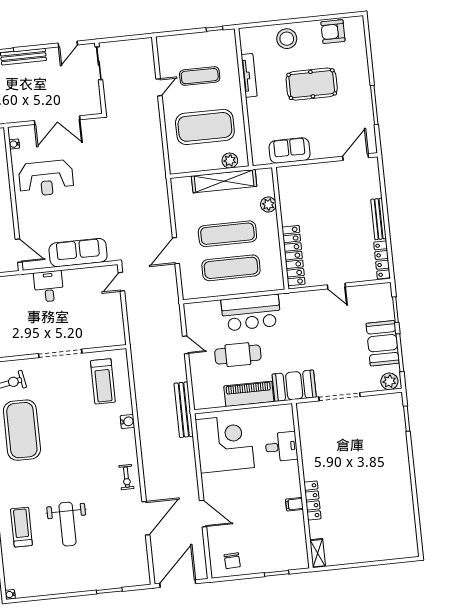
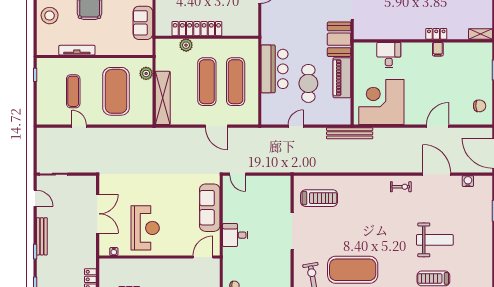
shelving: (224, 181) -> (163, 98), moved
locker: (293, 256) -> (197, 29), moved
water cooler: (127, 421) -> (468, 181), moved
locker: (312, 500) -> (436, 34), width x0.66

